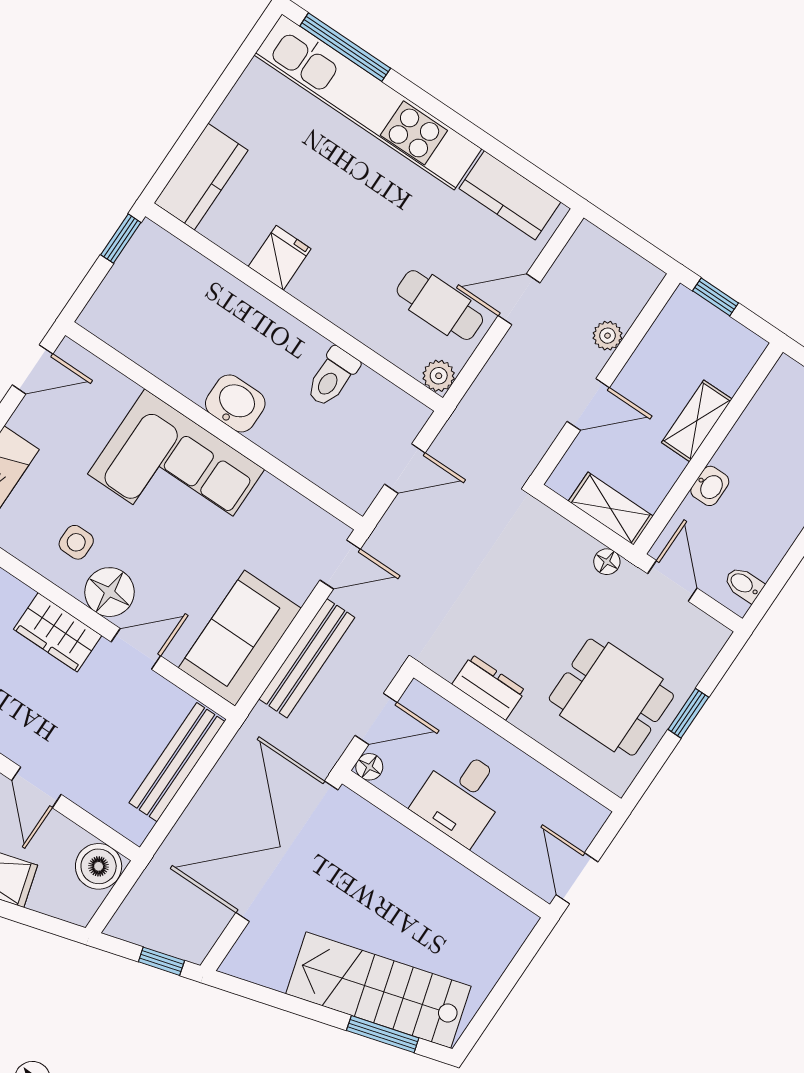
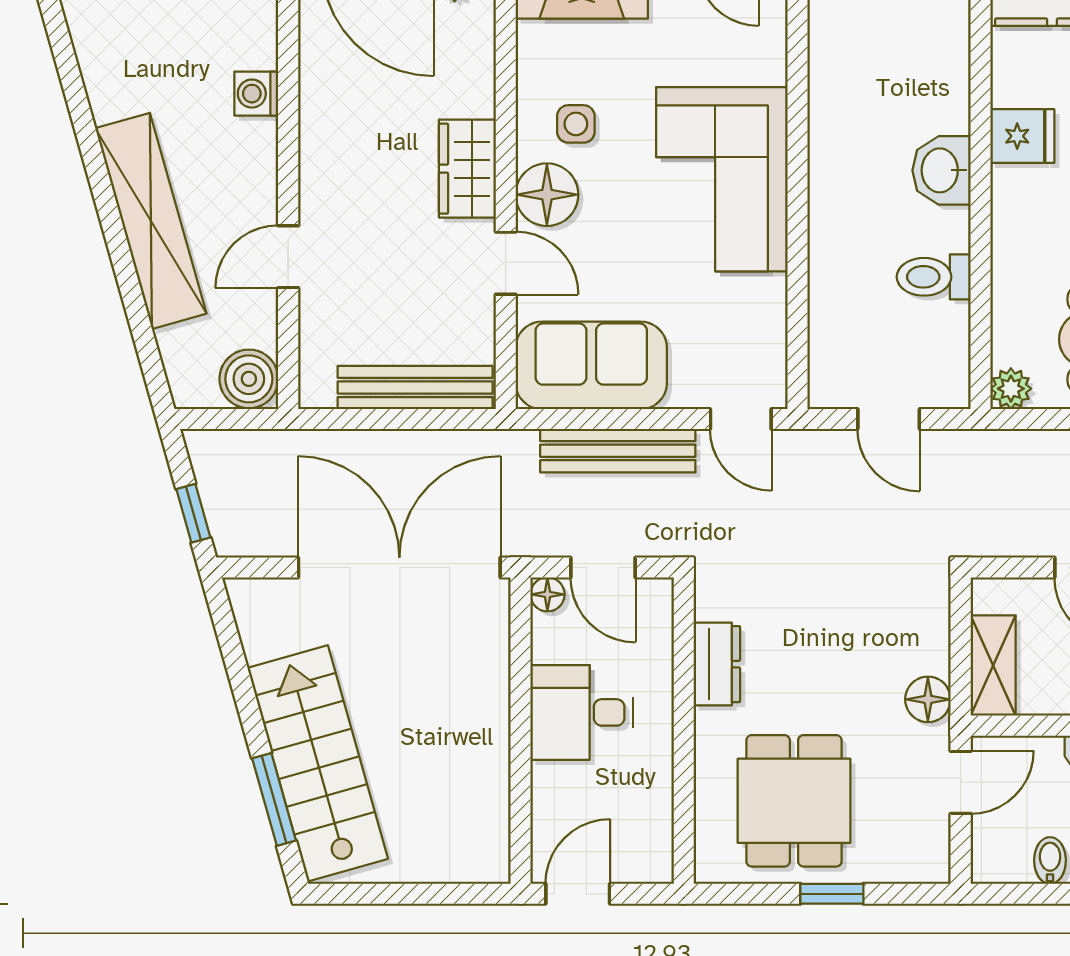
washbasin: (235, 403) -> (941, 170), moved, turned 180
floor lamp: (607, 562) -> (928, 699), width x1.37, depth x1.37
bidet: (744, 584) -> (1050, 860), moved

